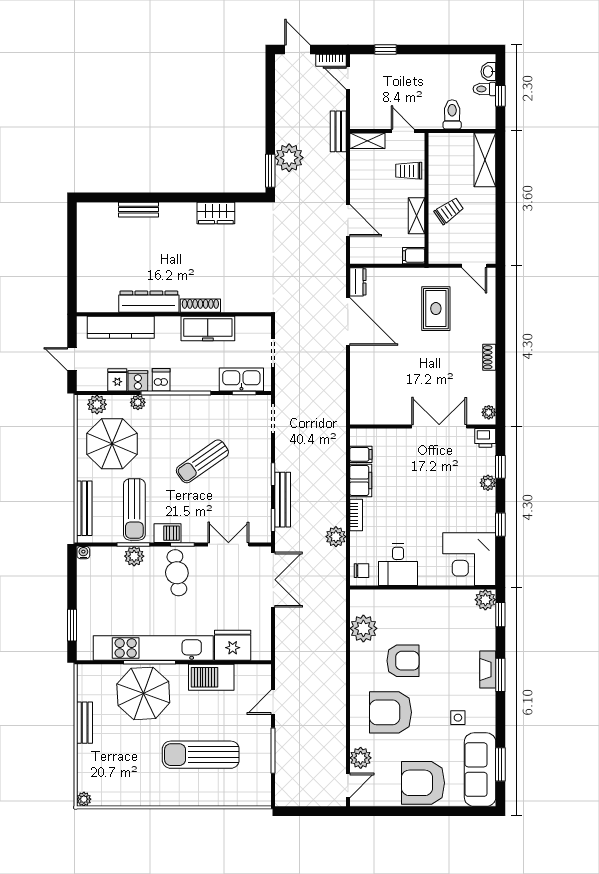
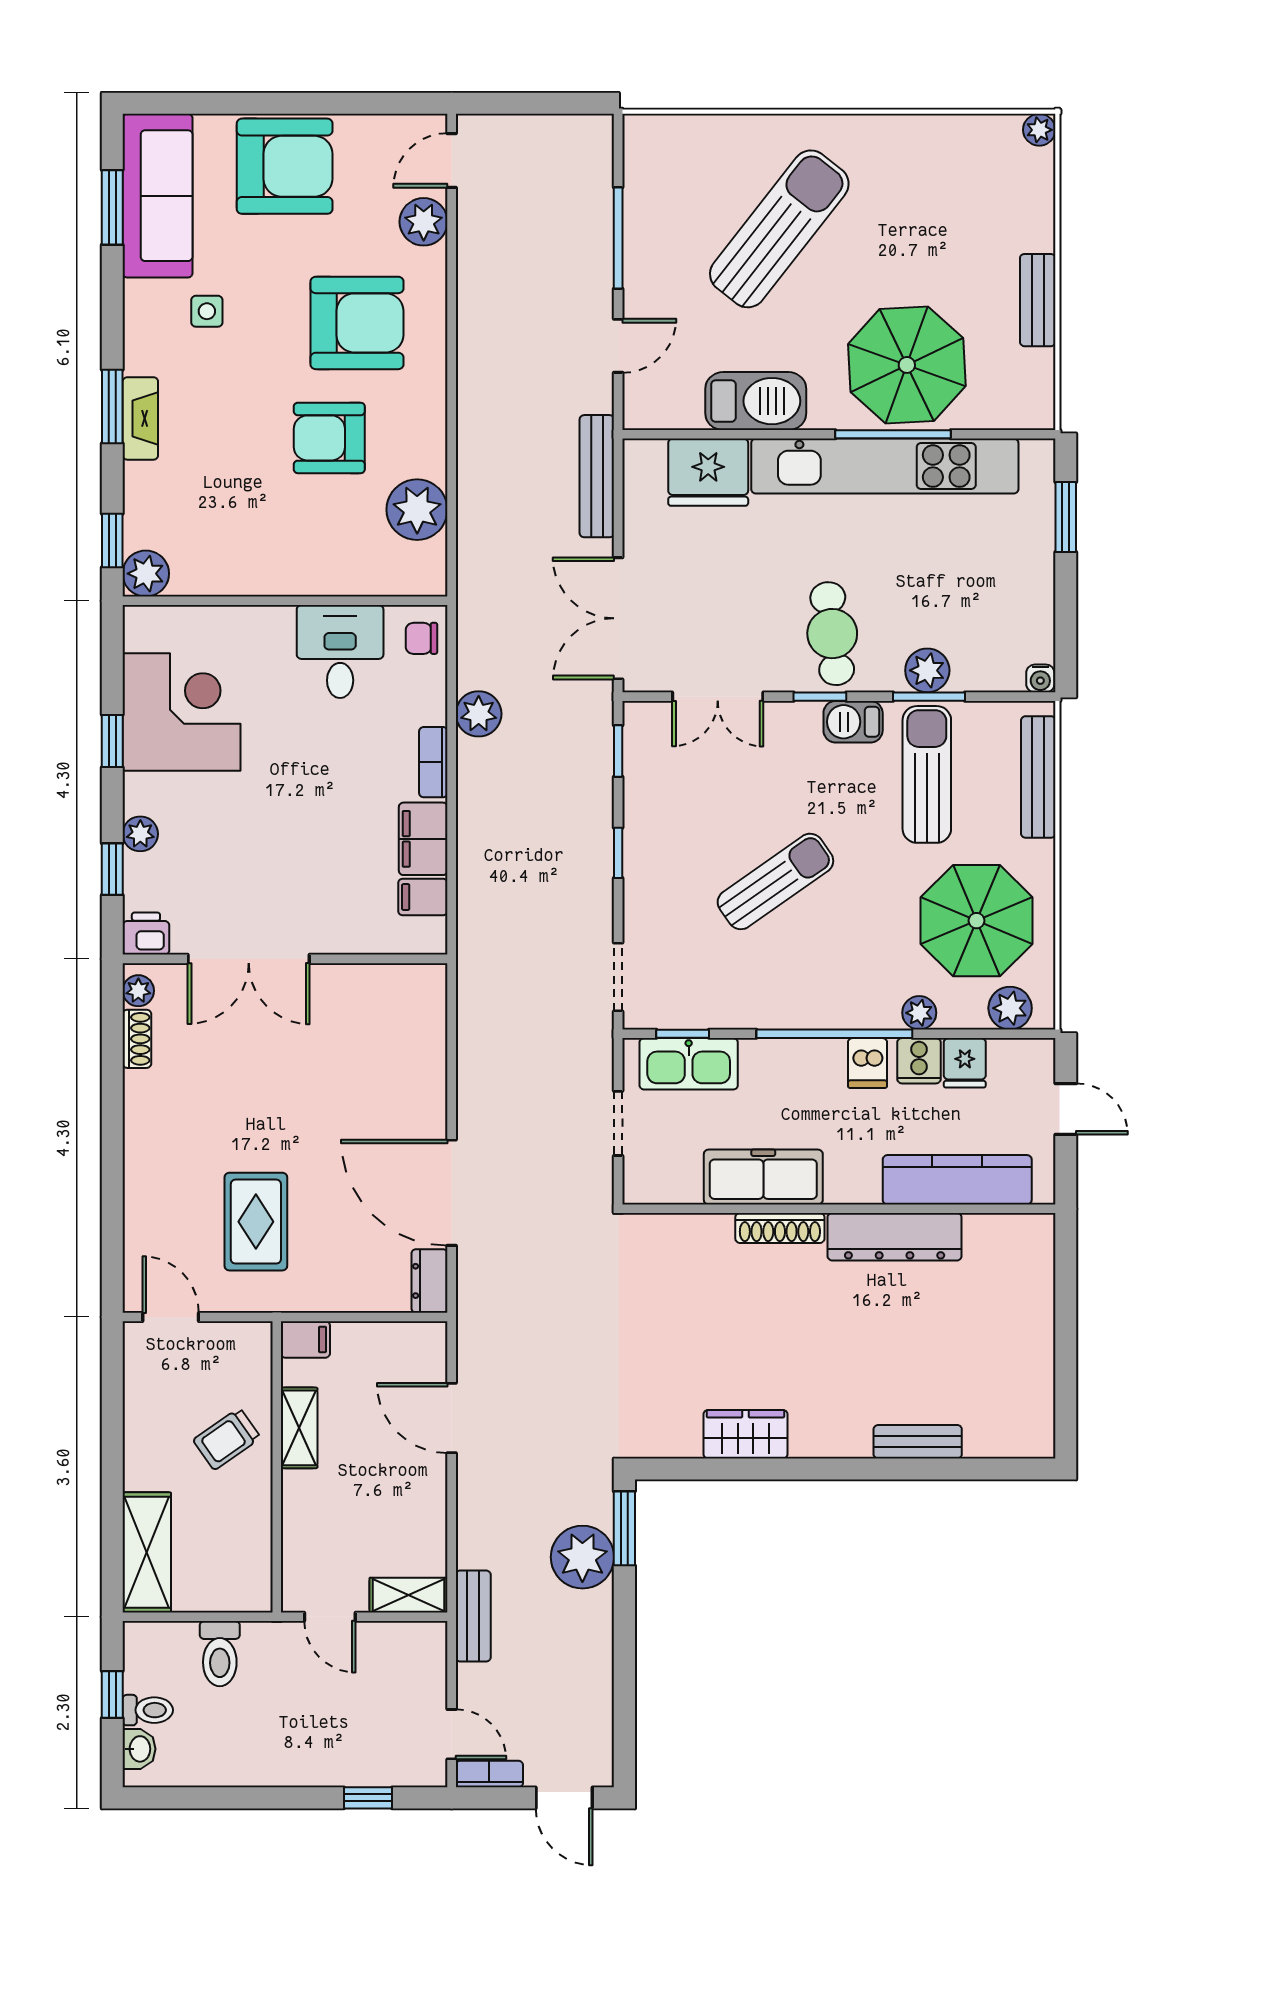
trolley: (409, 171) -> (316, 1528), removed
shoe rack: (489, 357) -> (137, 1039), moved
bench: (283, 500) -> (597, 476), moved
corner desk: (469, 559) -> (182, 712), moved
sun lounger: (201, 755) -> (779, 229), turned -52

